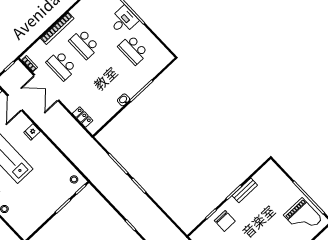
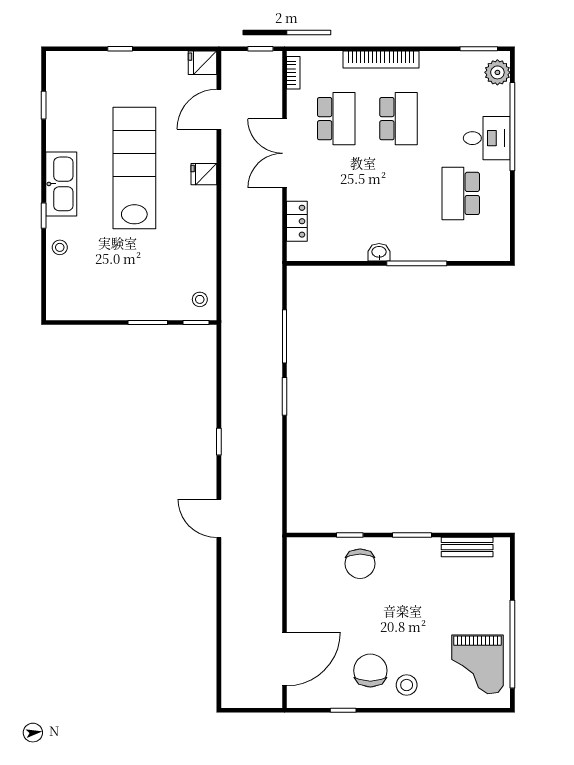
school desk: (84, 44) -> (398, 119), turned 180
school desk: (61, 66) -> (336, 119), turned 180
double door: (46, 88) -> (285, 153), moved
bench: (245, 190) -> (467, 547), moved

